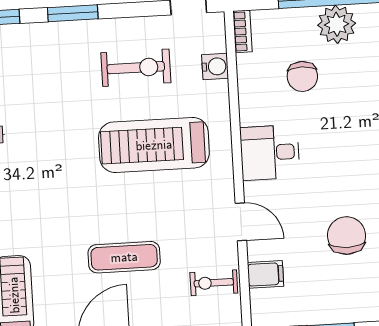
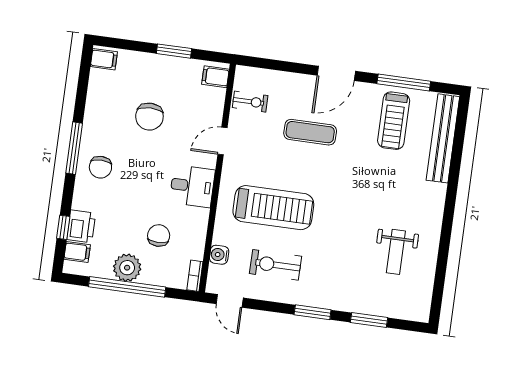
door: (241, 222) -> (222, 141), hinge flipped
filing cabinet: (266, 274) -> (215, 77), moved

